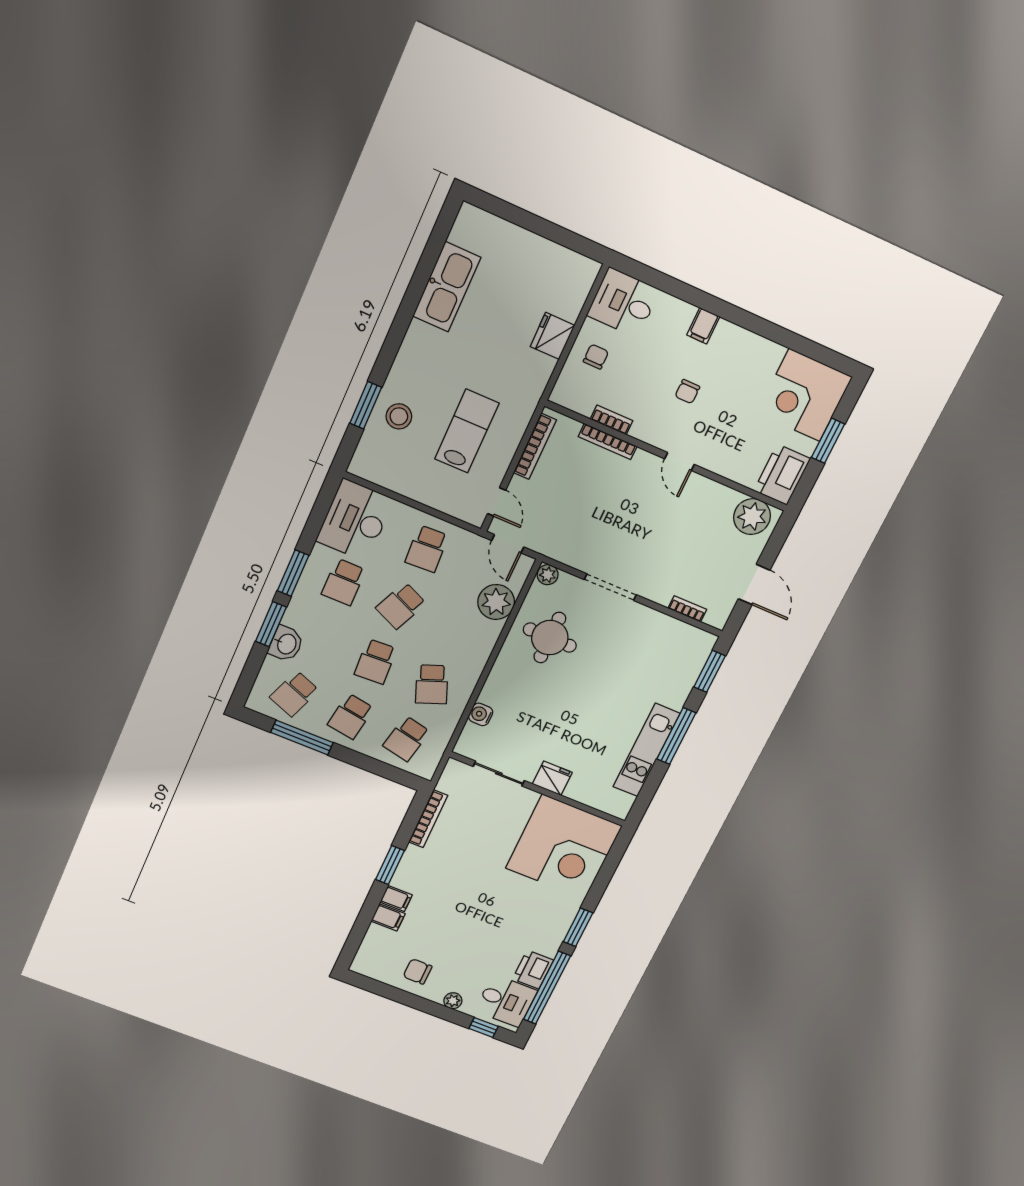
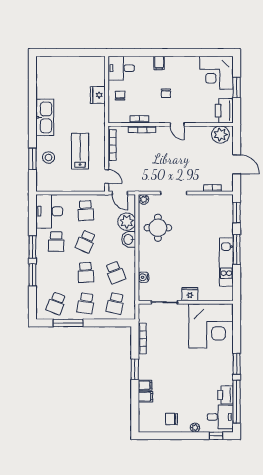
kitchen sink: (447, 287) -> (45, 117), moved
washbasin: (286, 644) -> (129, 239), moved, turned 180

